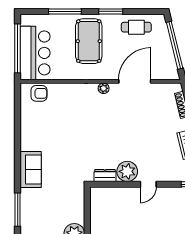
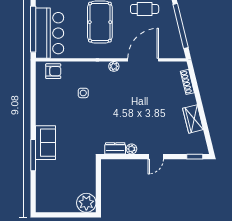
side table: (71, 117) -> (83, 93), added
plant: (127, 171) -> (132, 149), width x0.53, depth x0.53
window: (18, 210) -> (33, 155), moved

